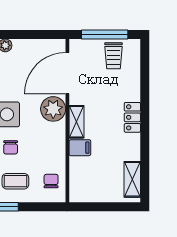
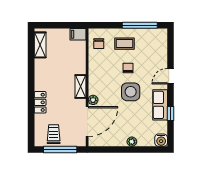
plant: (53, 109) -> (93, 100), width x0.53, depth x0.53
locker: (132, 117) -> (40, 102), moved
filing cabinet: (80, 148) -> (78, 34), moved

